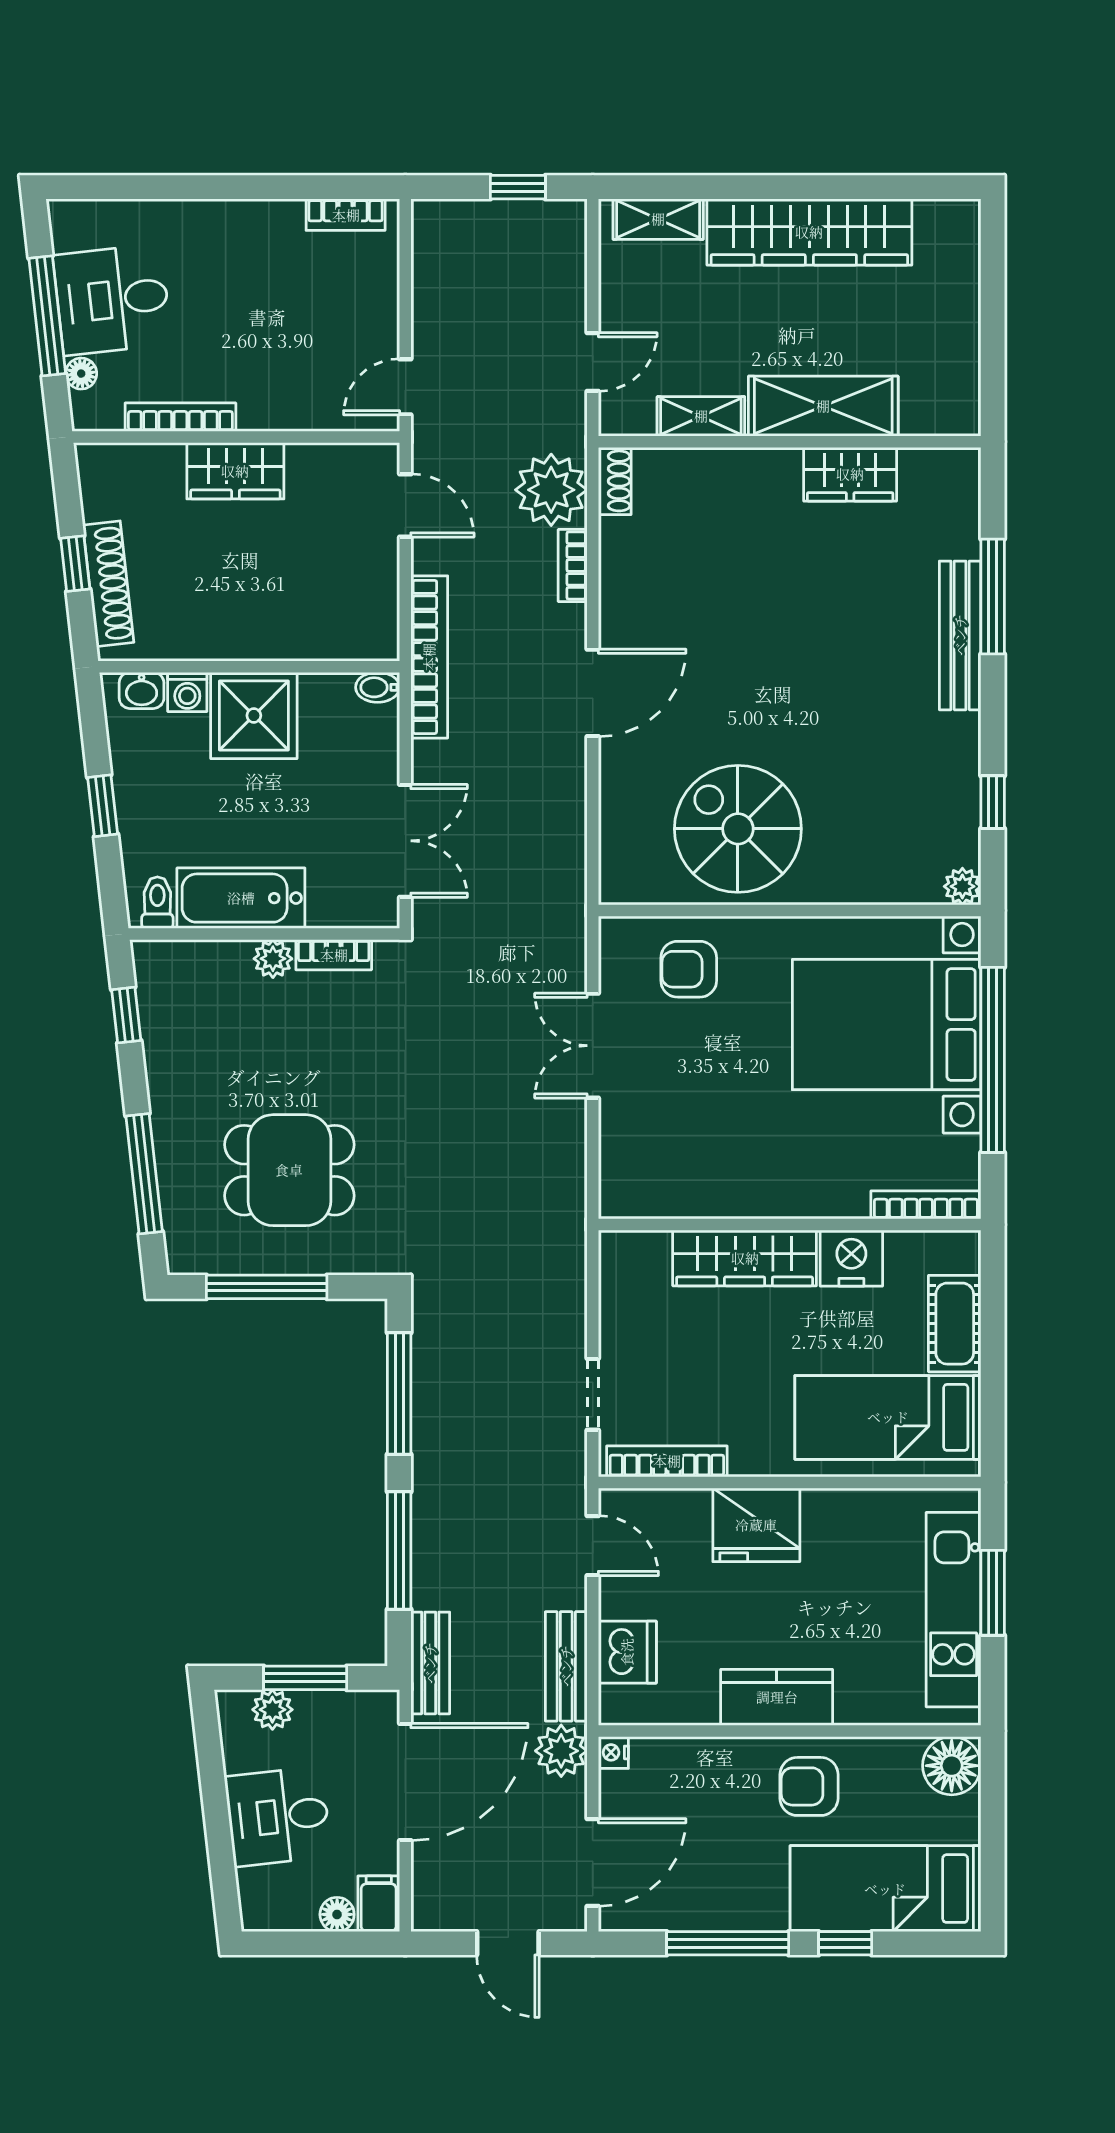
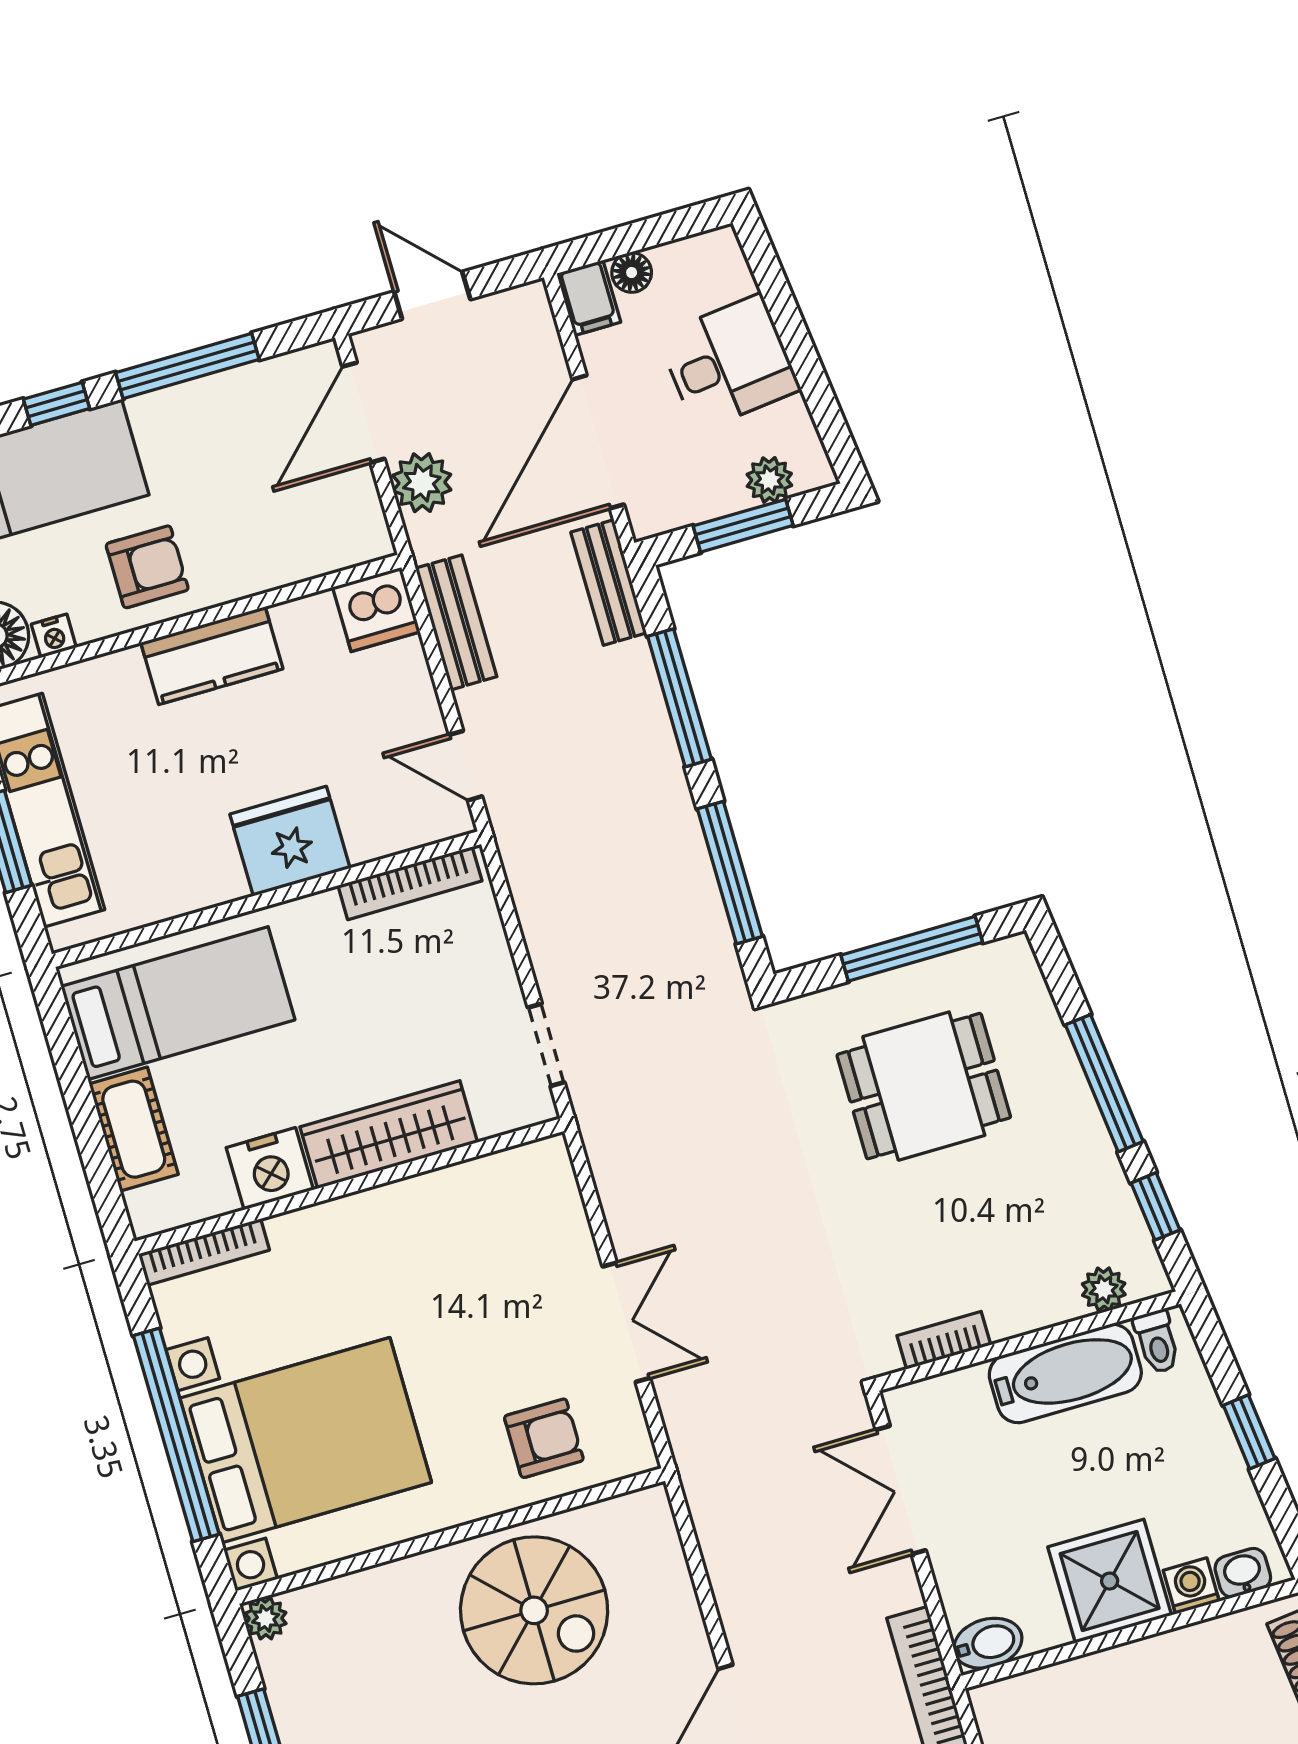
bidet: (378, 687) -> (988, 1643), width x1.38, depth x1.36
plant: (273, 959) -> (1104, 1289), moved
window: (144, 1174) -> (1104, 1083), moved
doorway: (593, 1394) -> (546, 1045), moved
dishwasher: (627, 1652) -> (376, 609), moved, turned -90
plant: (561, 1751) -> (422, 483), moved
nightstand: (613, 1752) -> (54, 636), moved, turned 90

